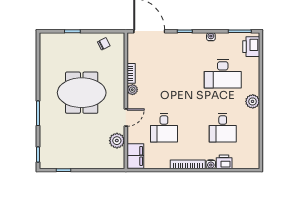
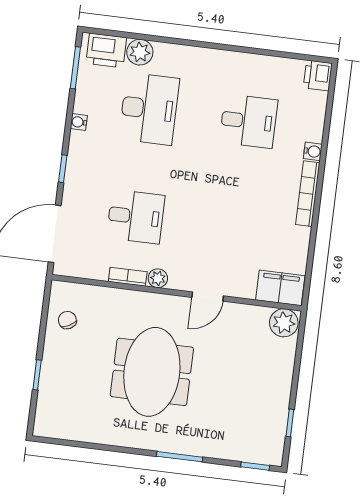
plant: (253, 101) -> (140, 52), moved
door: (126, 118) -> (208, 297), swing flipped
desk: (164, 128) -> (136, 217), moved
plant: (117, 141) -> (284, 323), moved
printer: (224, 162) -> (318, 76), moved

